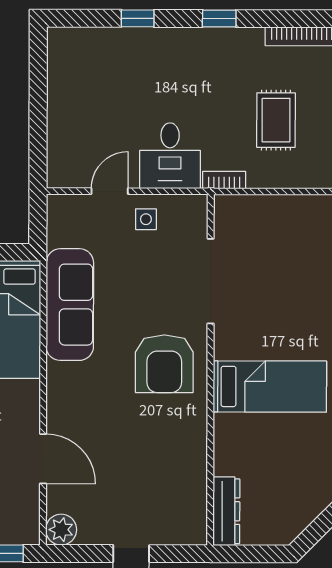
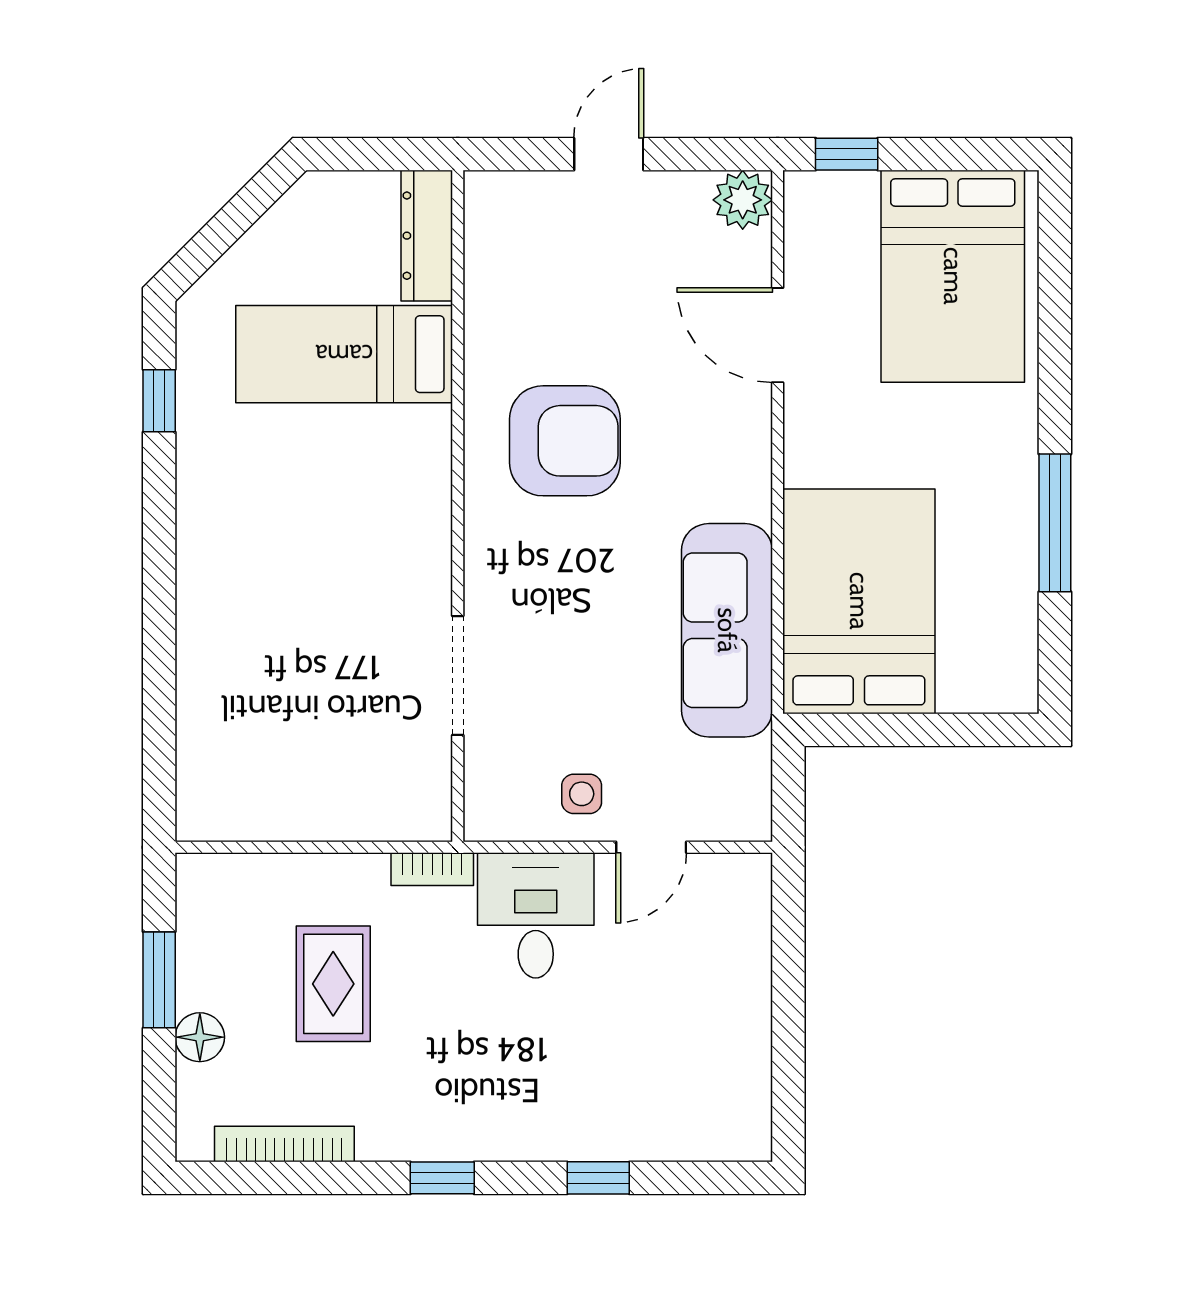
doorway: (211, 281) -> (458, 676), width x0.73
armchair: (164, 364) -> (565, 441), moved, turned 90
bed: (270, 386) -> (344, 354), moved

